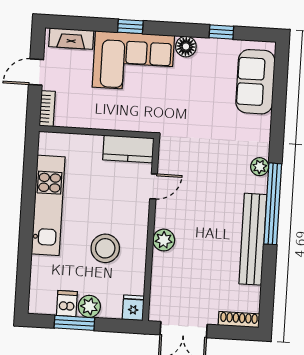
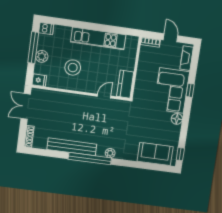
window: (221, 32) -> (180, 154), moved
door: (154, 186) -> (104, 96), swing flipped
plant: (164, 240) -> (75, 99), removed
dishwasher: (67, 303) -> (46, 29), moved
window: (74, 323) -> (33, 48), width x1.44

